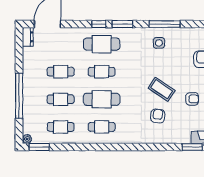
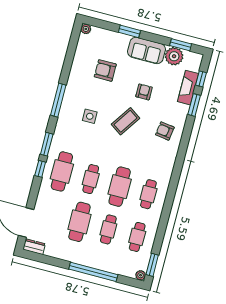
side table: (159, 43) -> (90, 116), moved
cafe table: (61, 72) -> (79, 222), width x1.37, depth x1.35
armchair: (158, 116) -> (165, 131), moved

